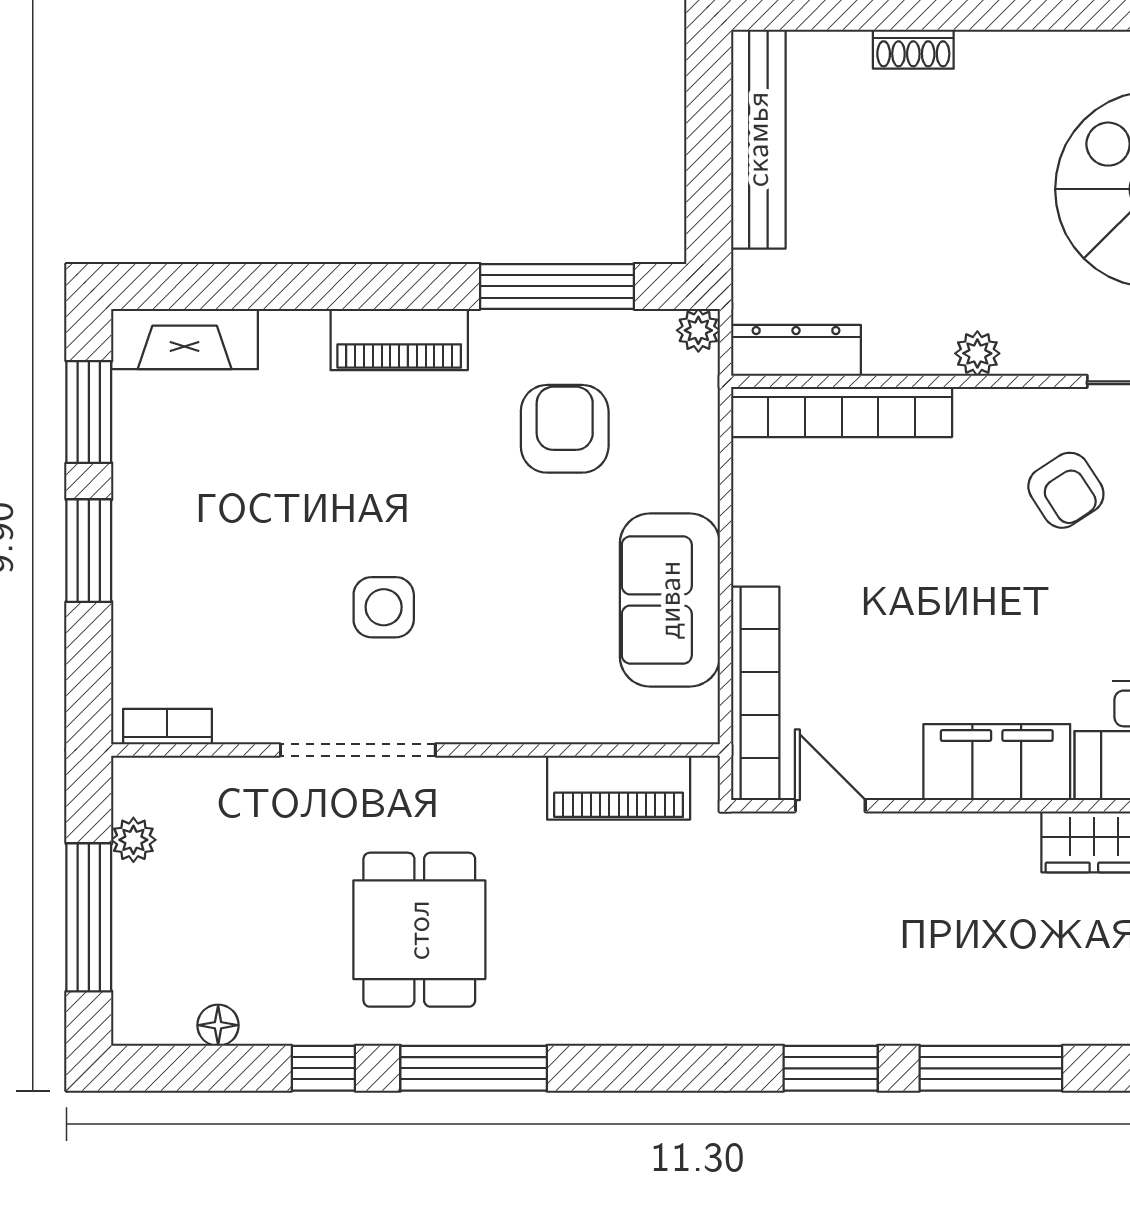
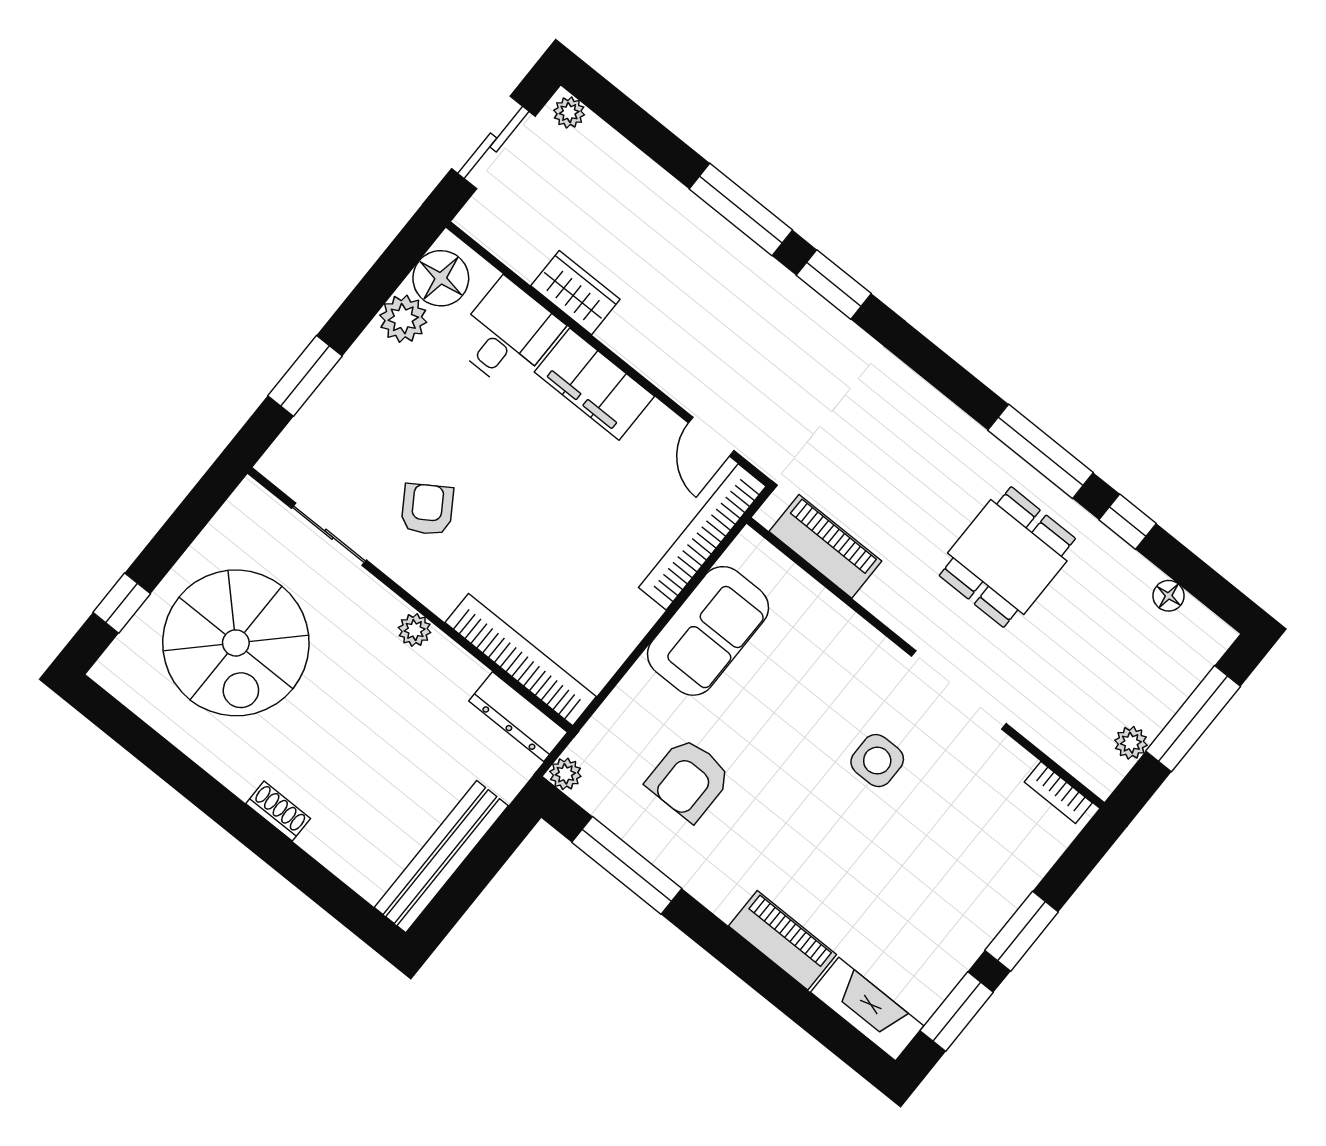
shoe rack: (913, 49) -> (278, 811), moved
piano: (399, 339) -> (782, 940), moved

